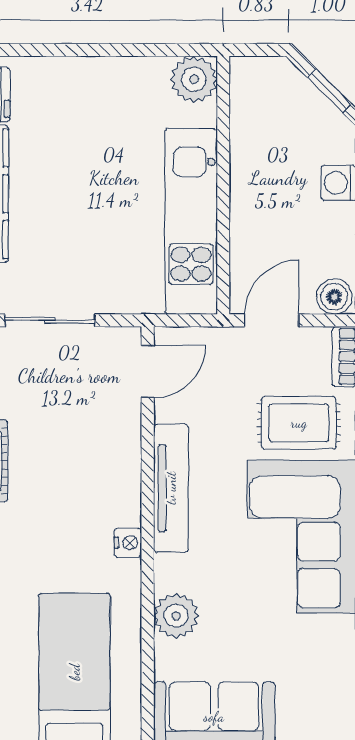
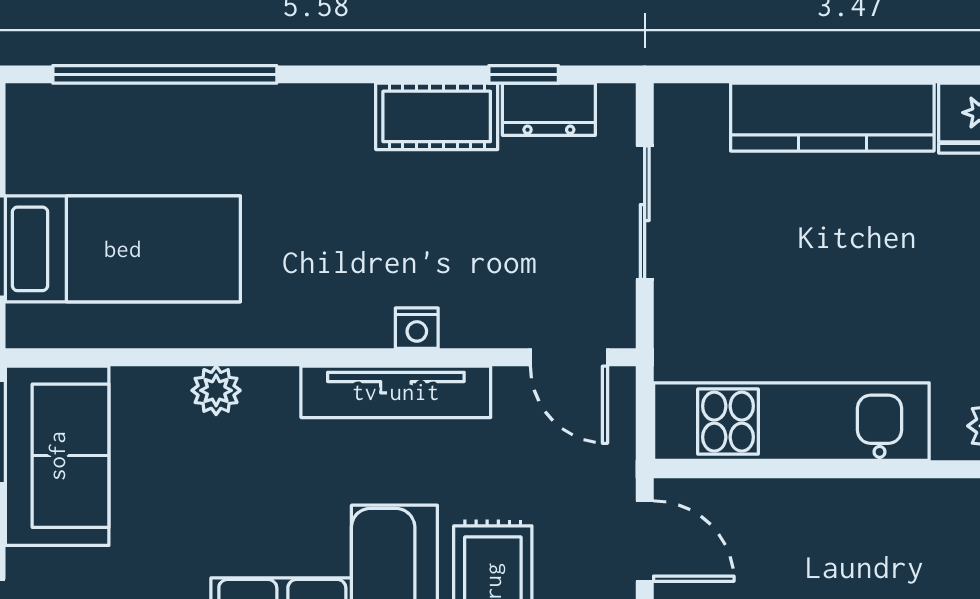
nightstand: (128, 543) -> (417, 328), moved
plant: (176, 616) -> (216, 390), width x0.73, depth x0.73

